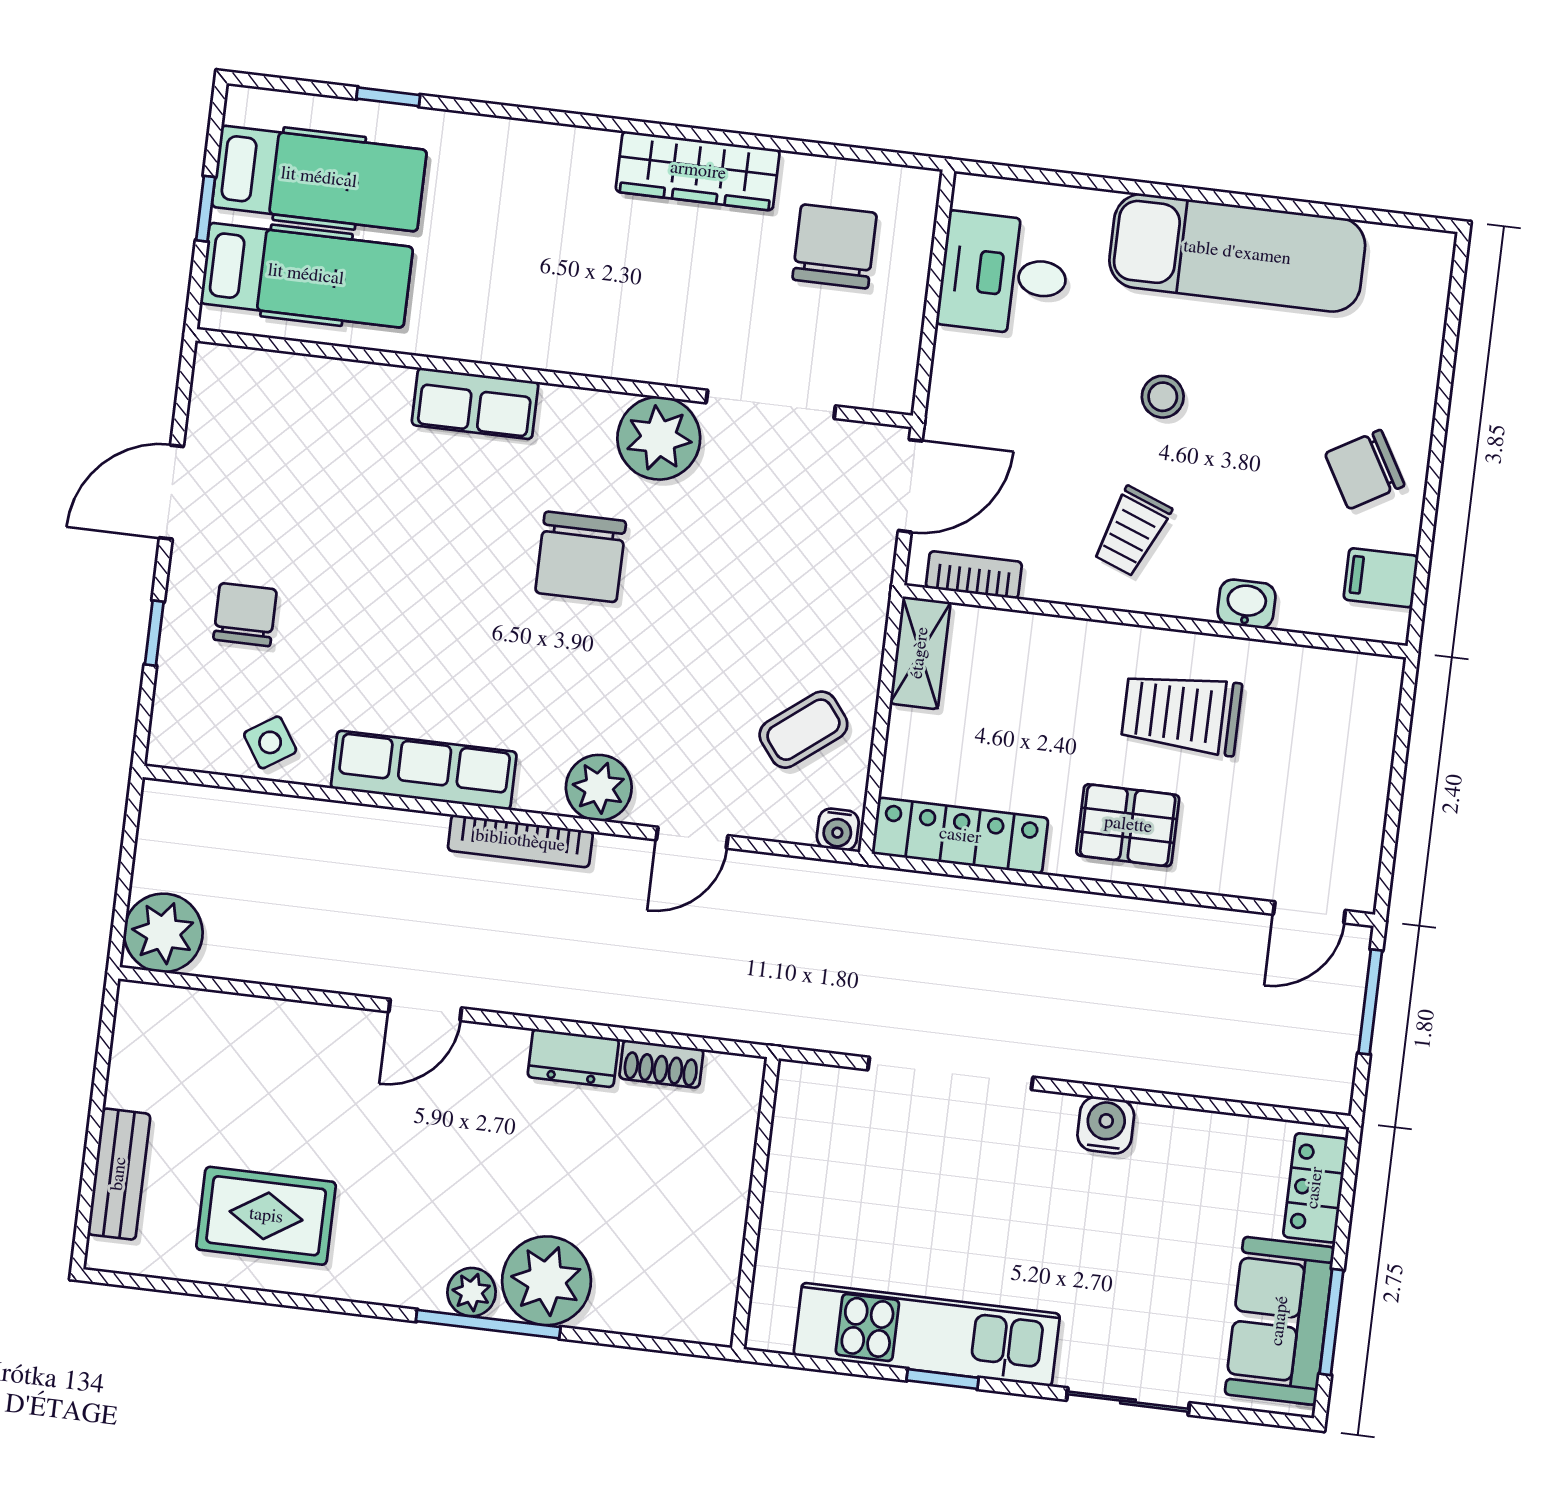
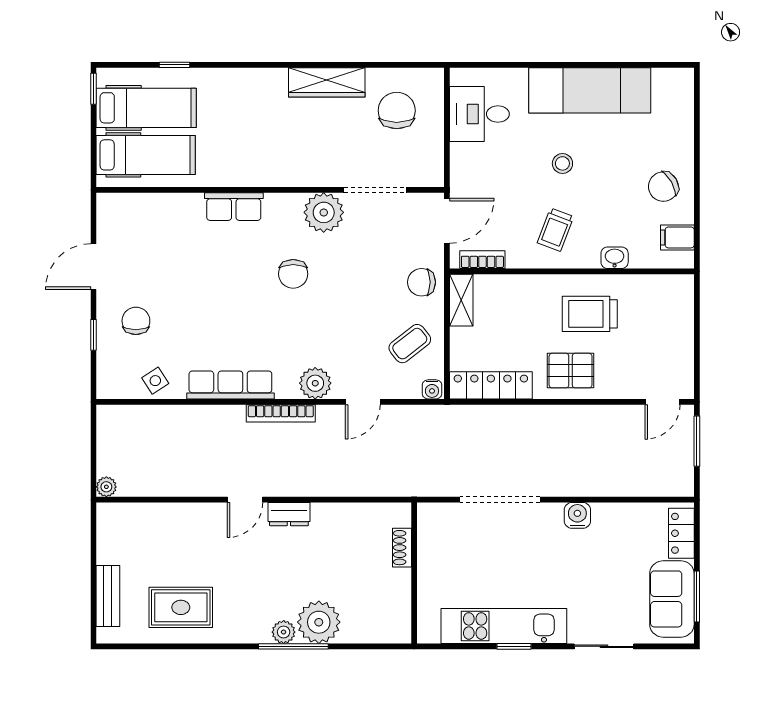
window: (206, 209) -> (94, 89), moved
chair: (581, 557) -> (293, 274), width x0.73, depth x0.73
chair: (843, 606) -> (422, 282), added
plant: (163, 933) -> (106, 487), width x0.53, depth x0.53
dresser: (573, 1058) -> (289, 514), moved
shoe rack: (661, 1064) -> (402, 548), moved, turned 90

